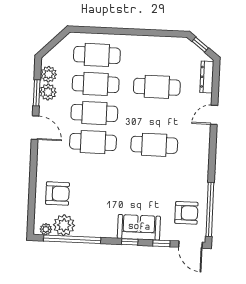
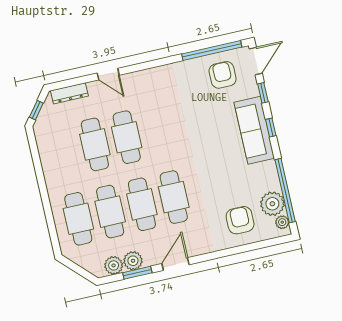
cafe table: (154, 145) -> (127, 137), moved
sofa: (139, 227) -> (254, 130), width x1.36

